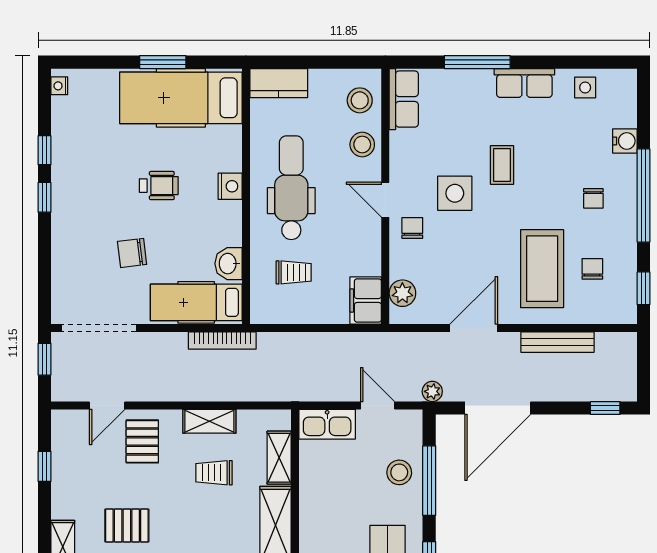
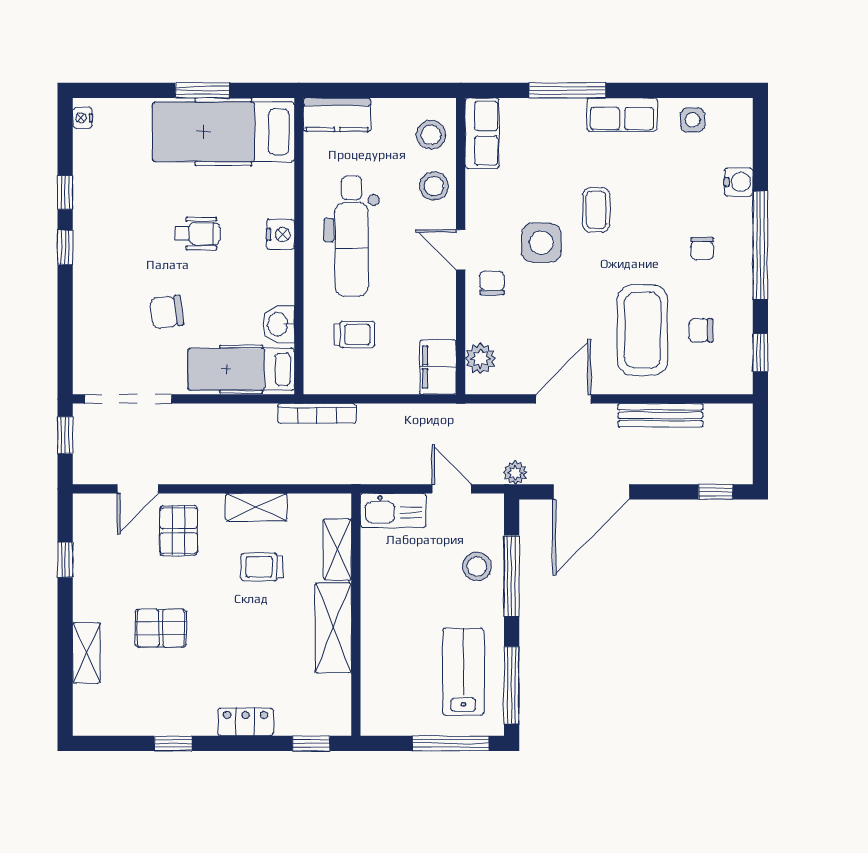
dental chair: (291, 188) -> (352, 236), turned 180
chair: (592, 269) -> (701, 330), turned -90
bookcase: (222, 340) -> (317, 413), moved

